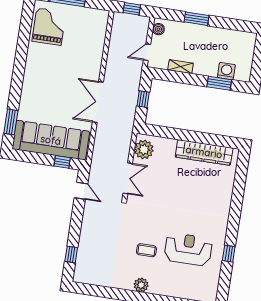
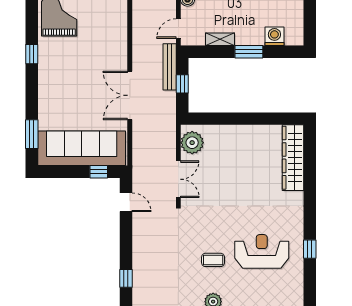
window: (21, 55) -> (32, 54), added
bench: (135, 83) -> (170, 67), added
window: (219, 83) -> (249, 52), moved
wardrobe: (204, 152) -> (293, 158), moved, turned 90

